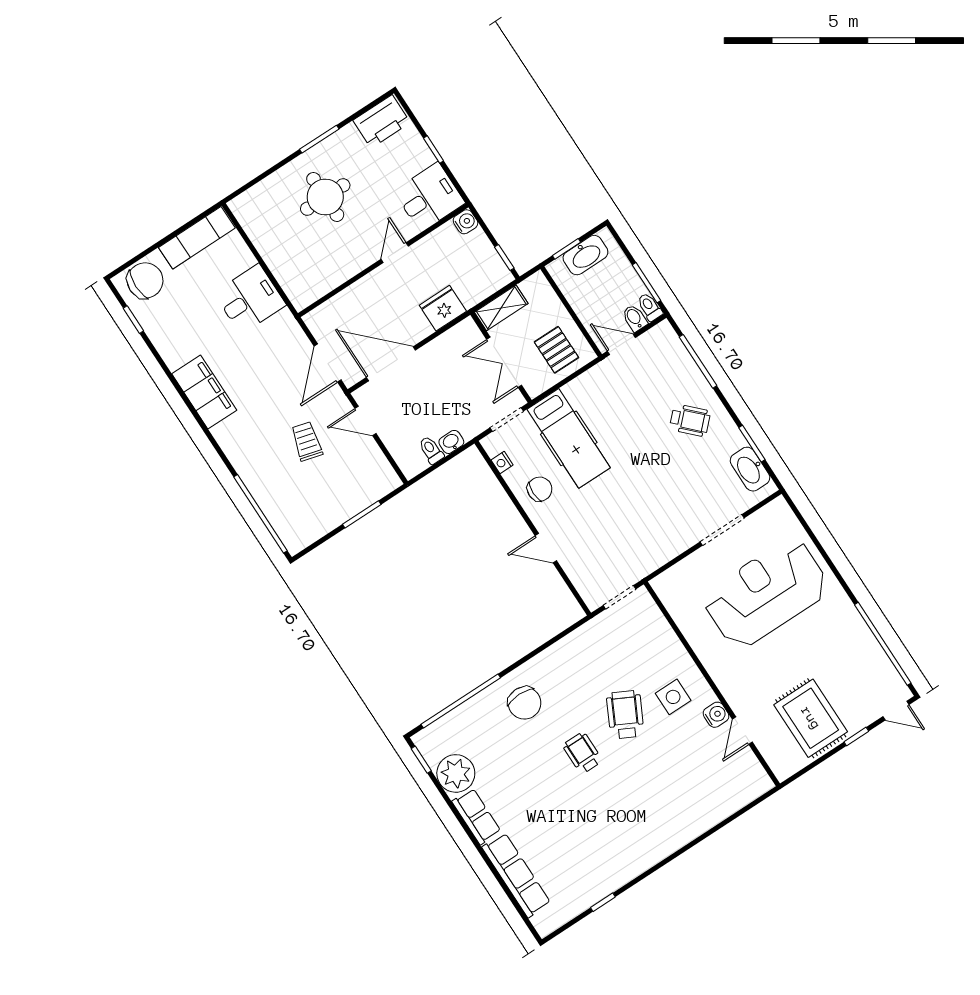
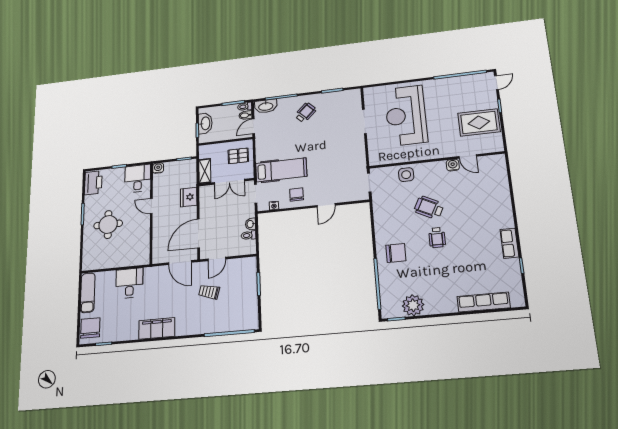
washbasin: (750, 469) -> (266, 106), moved
side table: (673, 697) -> (406, 175), moved
wheelchair: (582, 753) -> (437, 238), turned -90
row of seats: (476, 816) -> (509, 243), moved, turned -90

